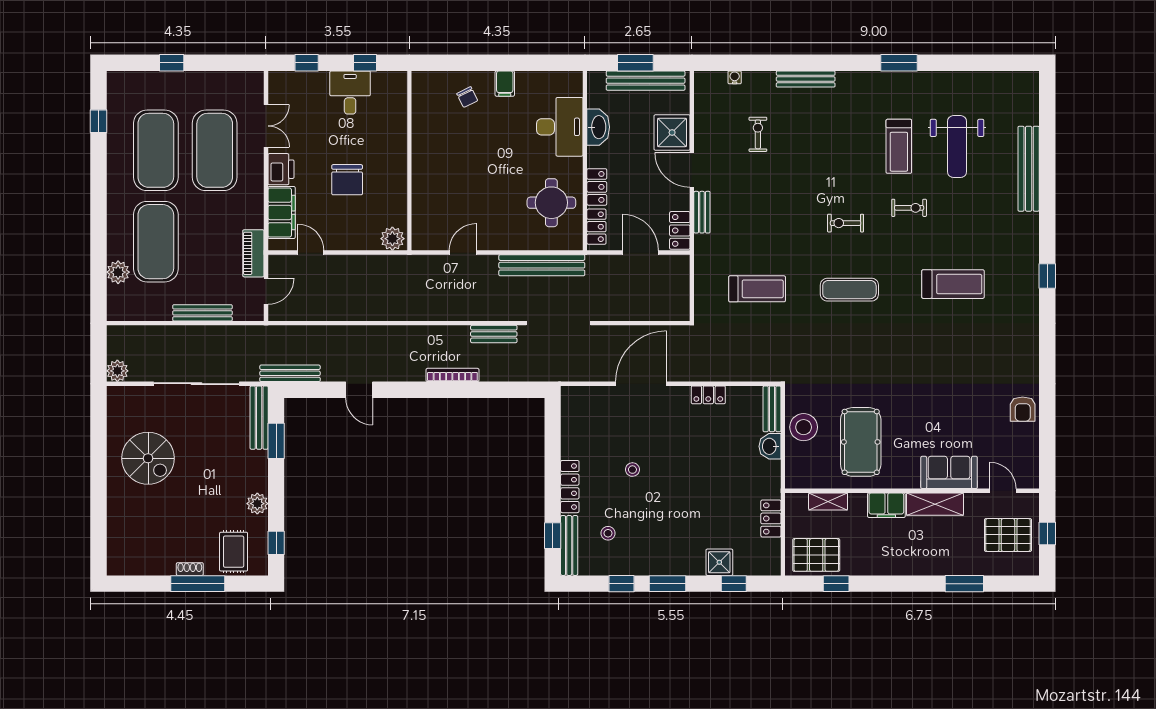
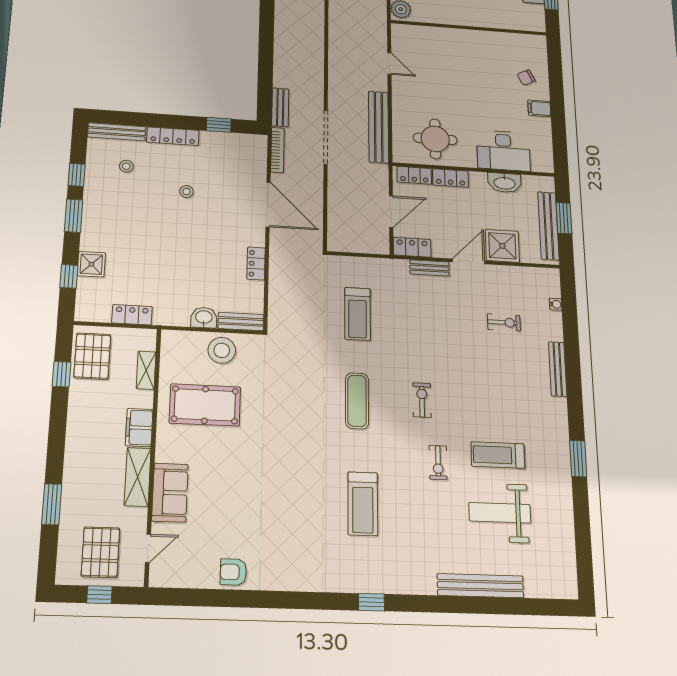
bench: (494, 334) -> (280, 107), moved
bookcase: (452, 375) -> (277, 150), moved
window: (553, 536) -> (219, 125), moved

